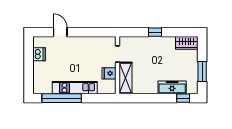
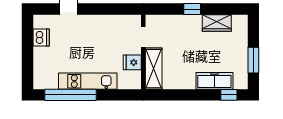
wardrobe: (187, 43) -> (217, 23), moved

